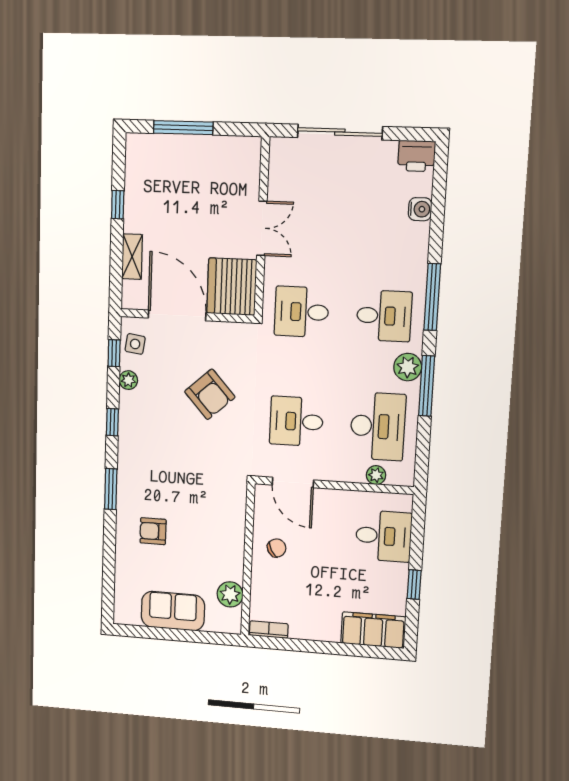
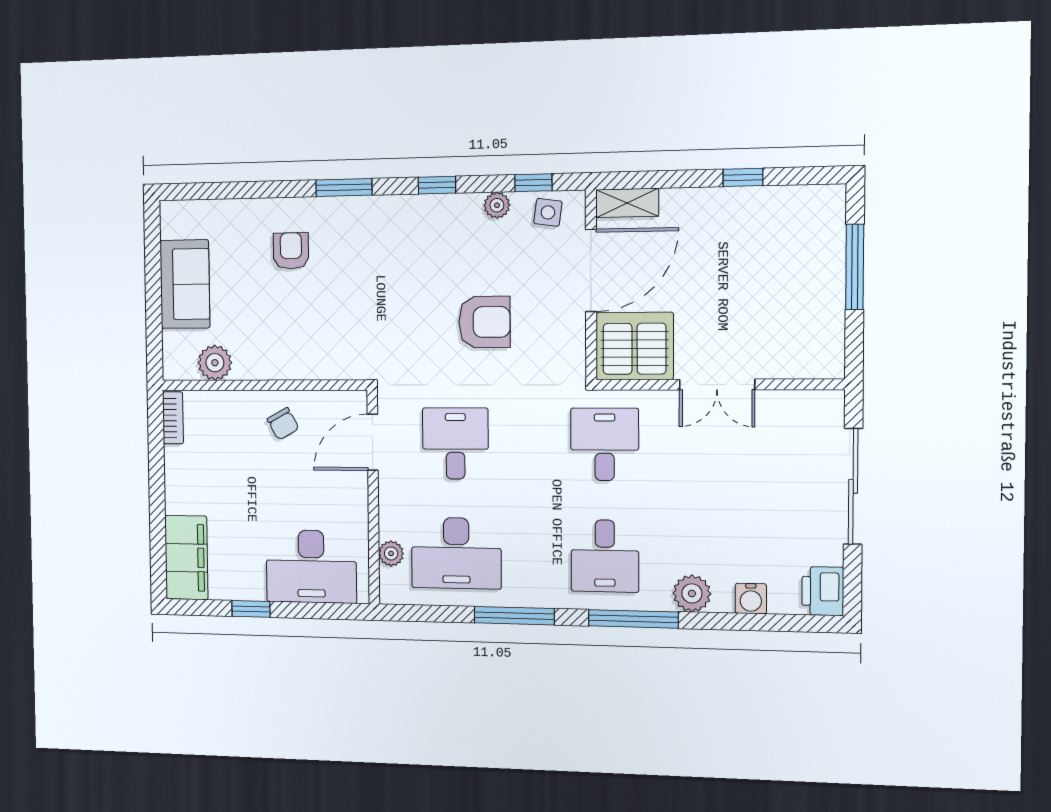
shelving: (132, 257) -> (627, 203), moved
plant: (408, 367) -> (692, 593), moved
armchair: (210, 394) -> (484, 322), turned -138
desk: (384, 536) -> (311, 566), width x1.37

